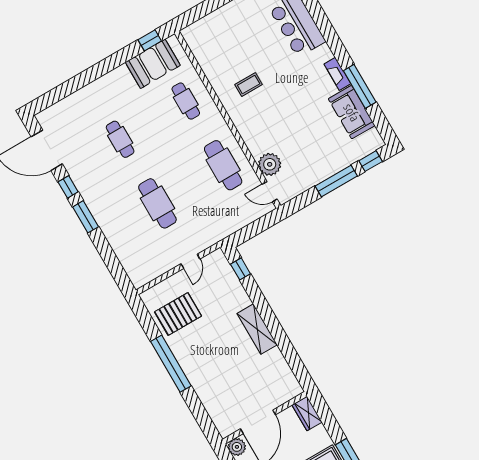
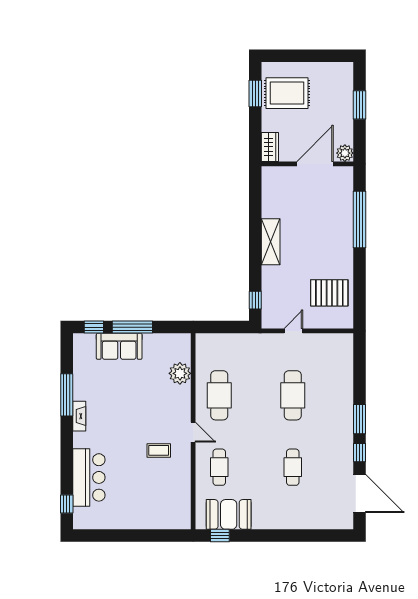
sofa: (352, 112) -> (119, 346), moved, turned 90
door: (270, 192) -> (193, 432), moved
window: (171, 364) -> (359, 219), moved

